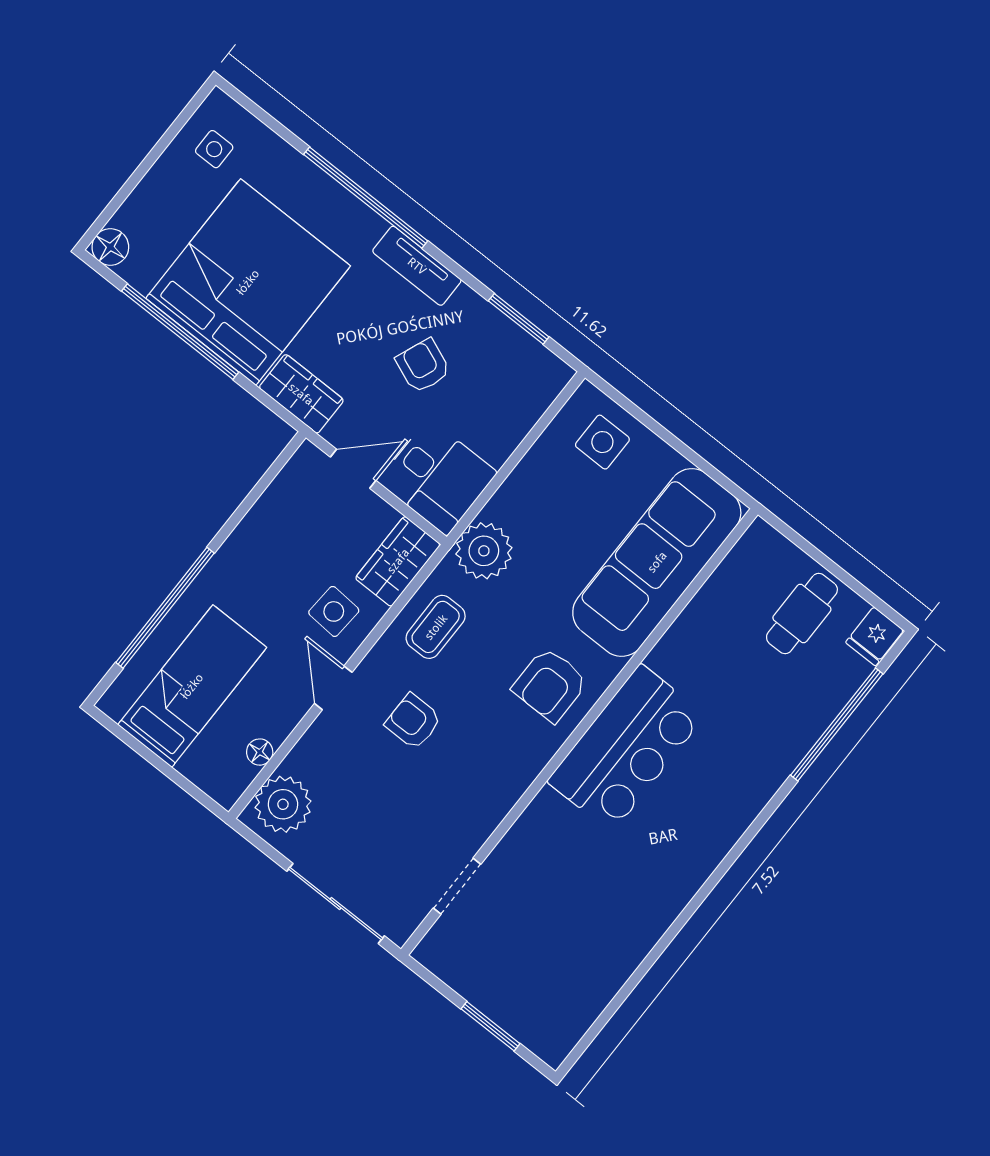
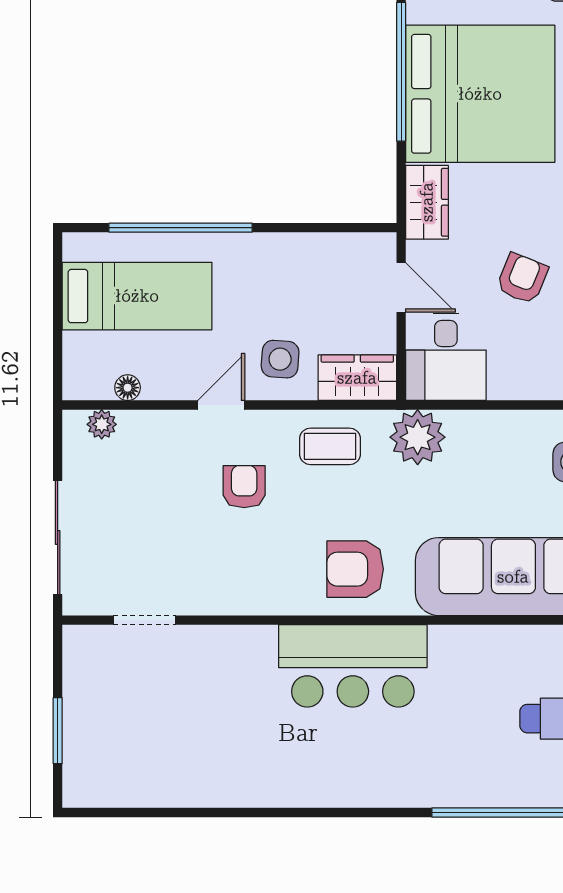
plant: (283, 804) -> (102, 424), width x0.53, depth x0.53

